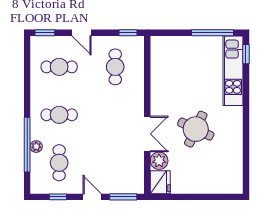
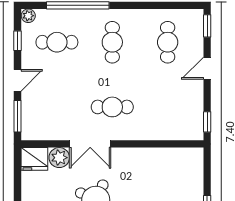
cafe table: (115, 67) -> (112, 107), moved
plant: (36, 147) -> (28, 16), moved

